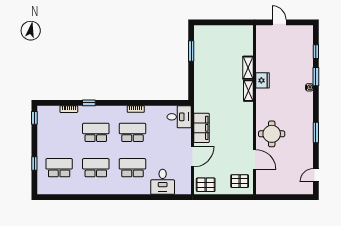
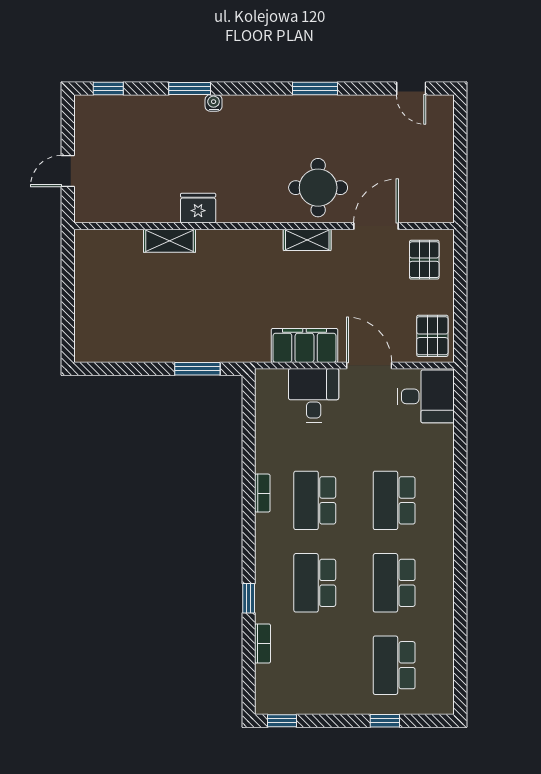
window: (191, 51) -> (197, 369), moved
window: (316, 52) -> (108, 89), moved
shelving: (248, 91) -> (307, 240), moved
desk: (179, 117) -> (314, 395), moved
desk: (163, 182) -> (426, 396), moved

